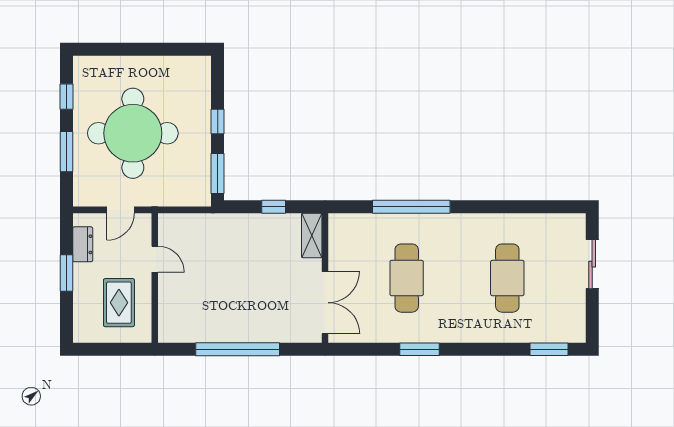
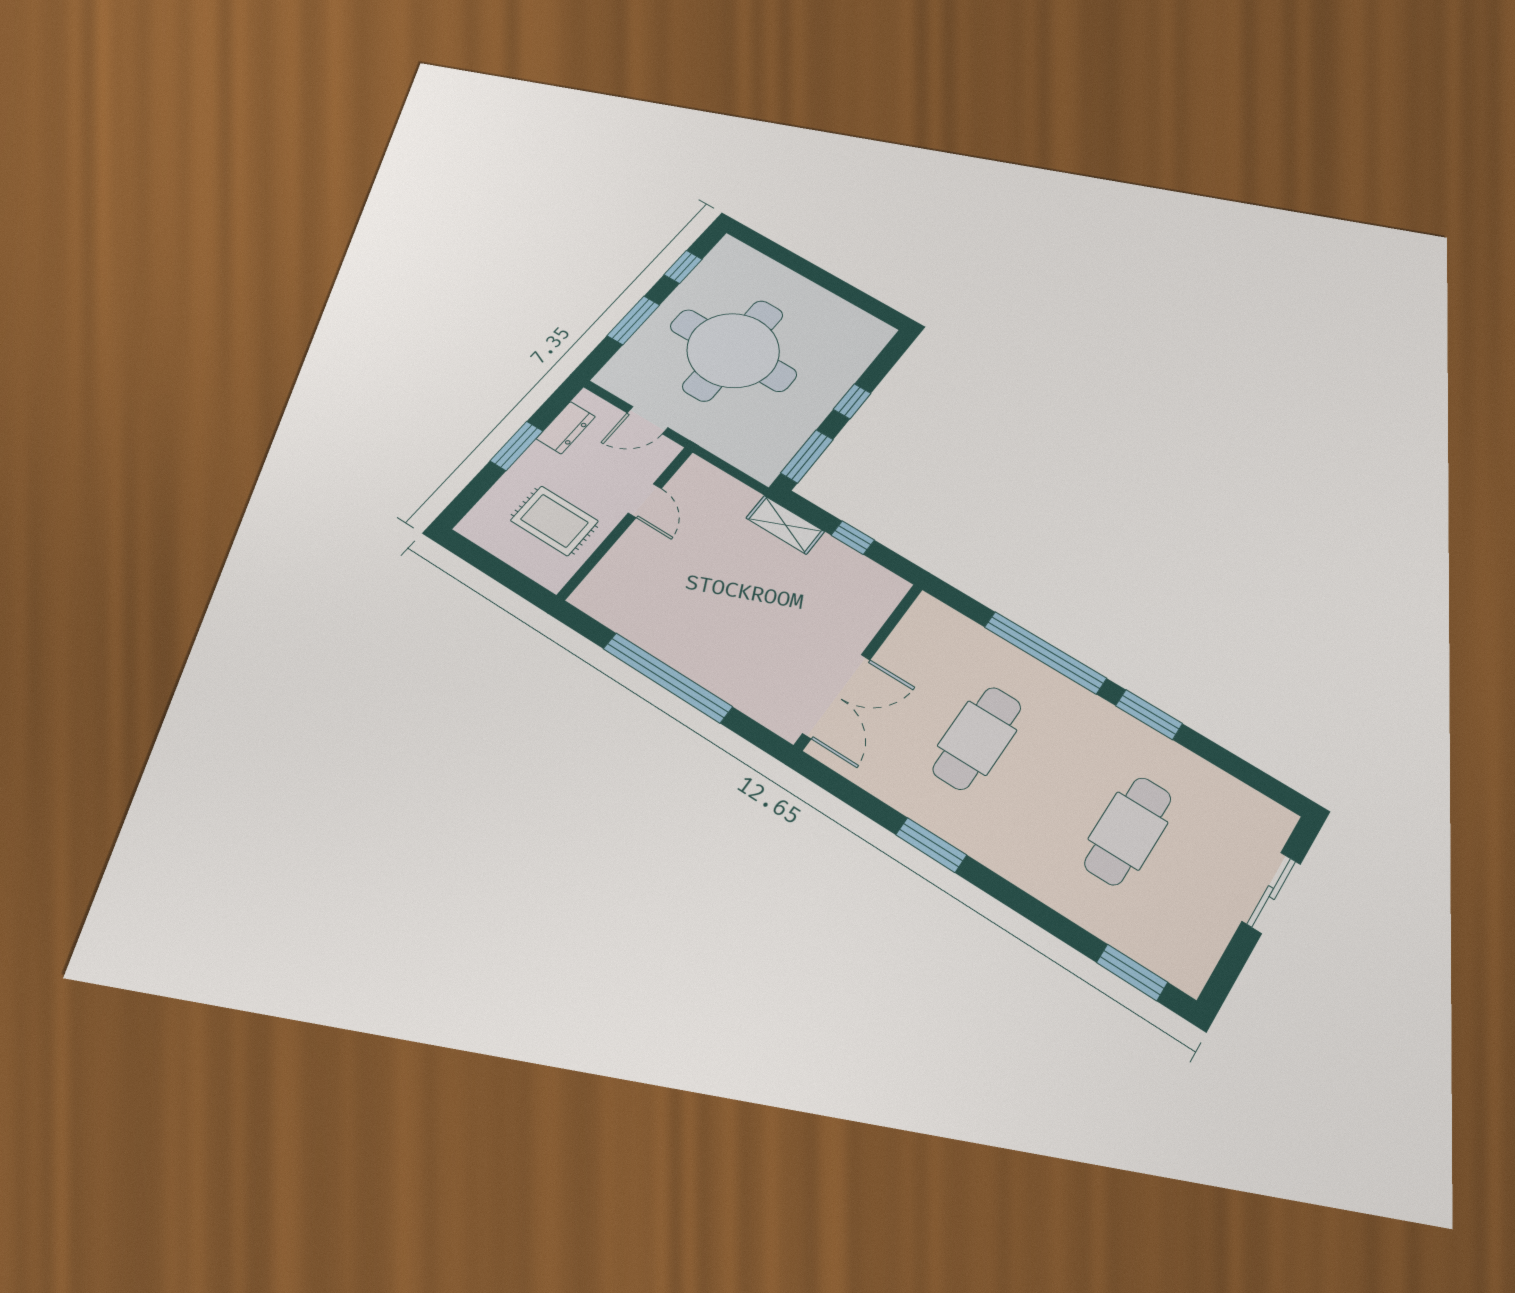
window: (482, 207) -> (1149, 715), added
shelving: (312, 235) -> (785, 525), moved, turned 90
rug: (119, 303) -> (554, 521), turned 90

